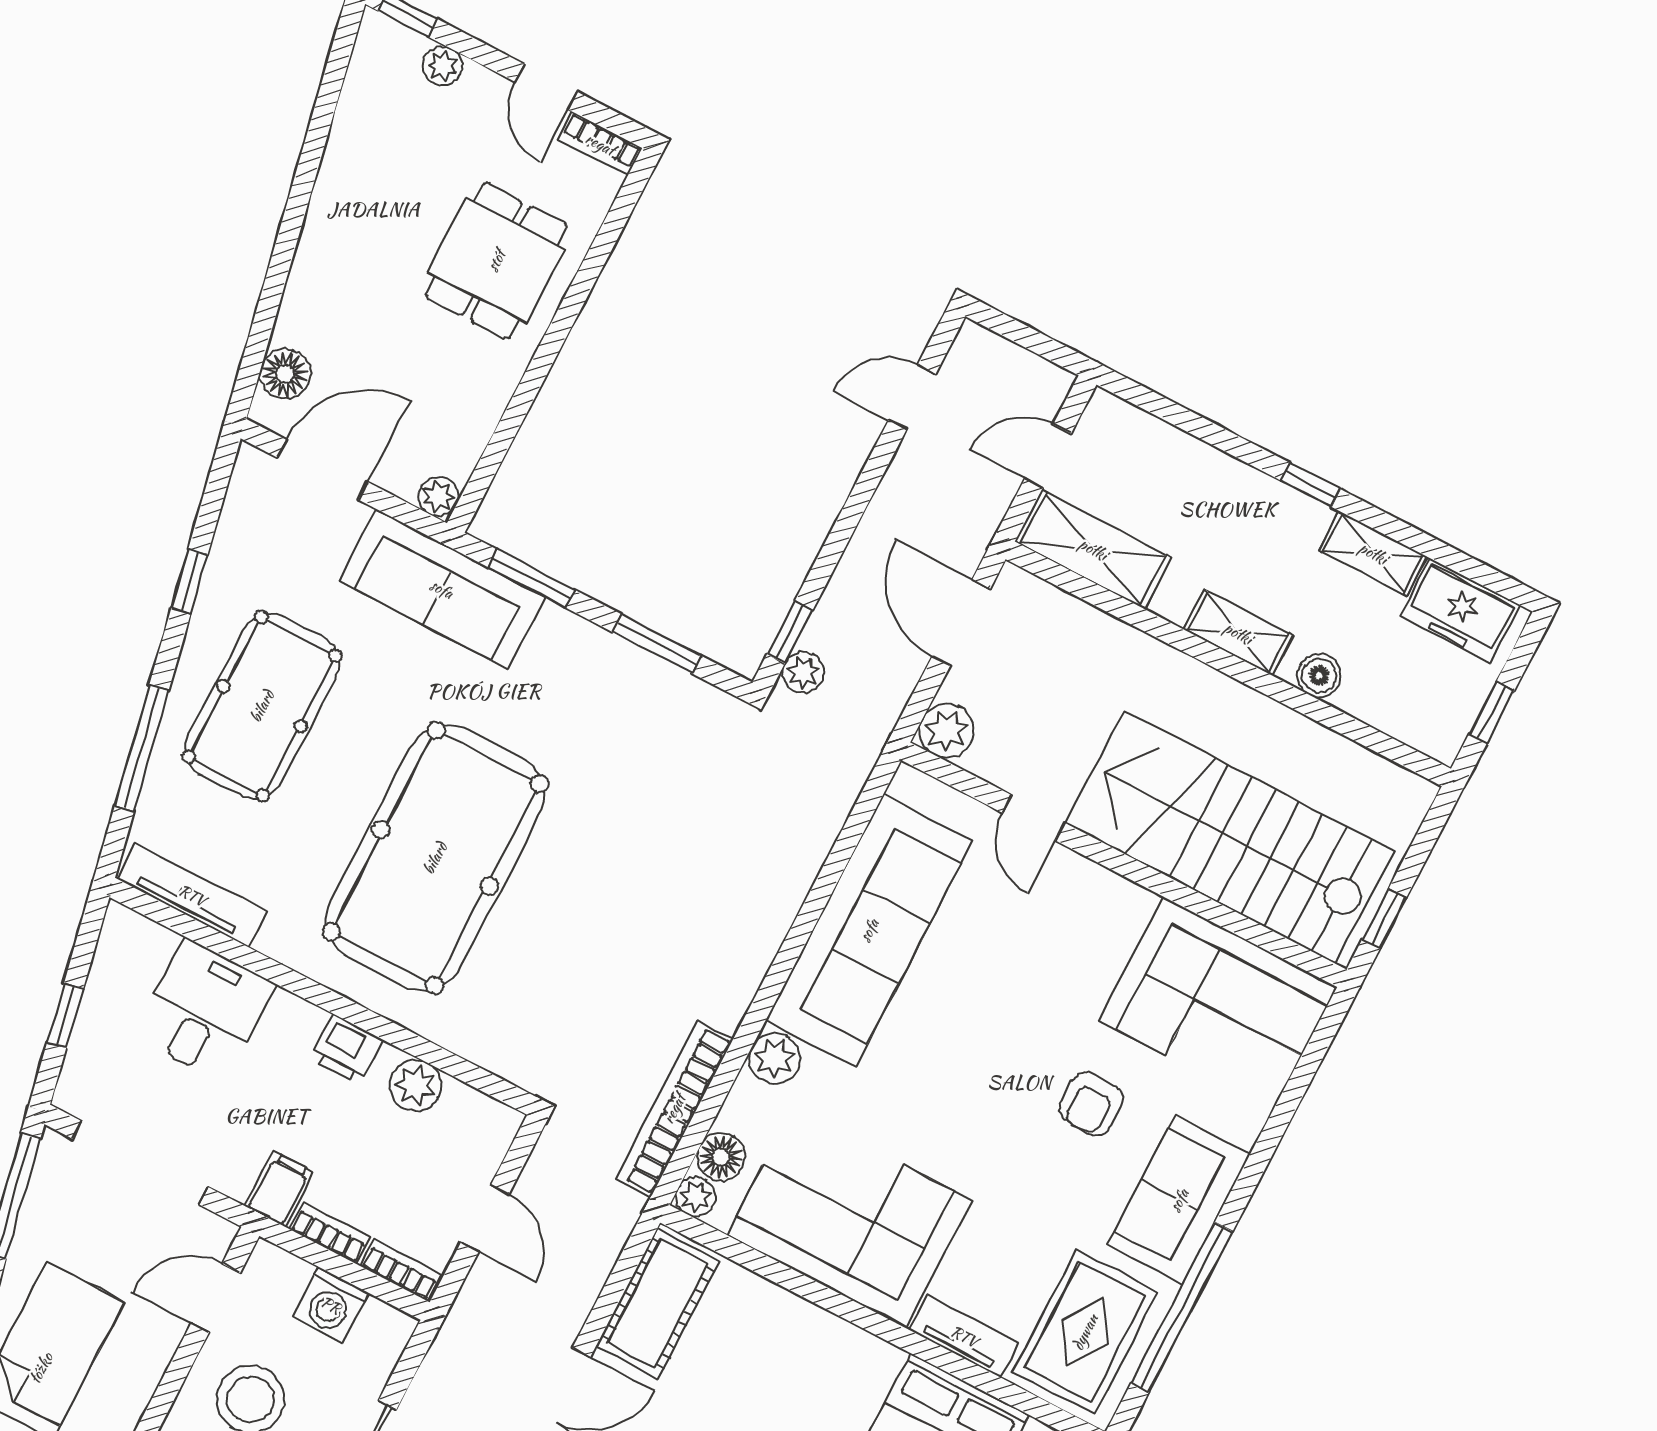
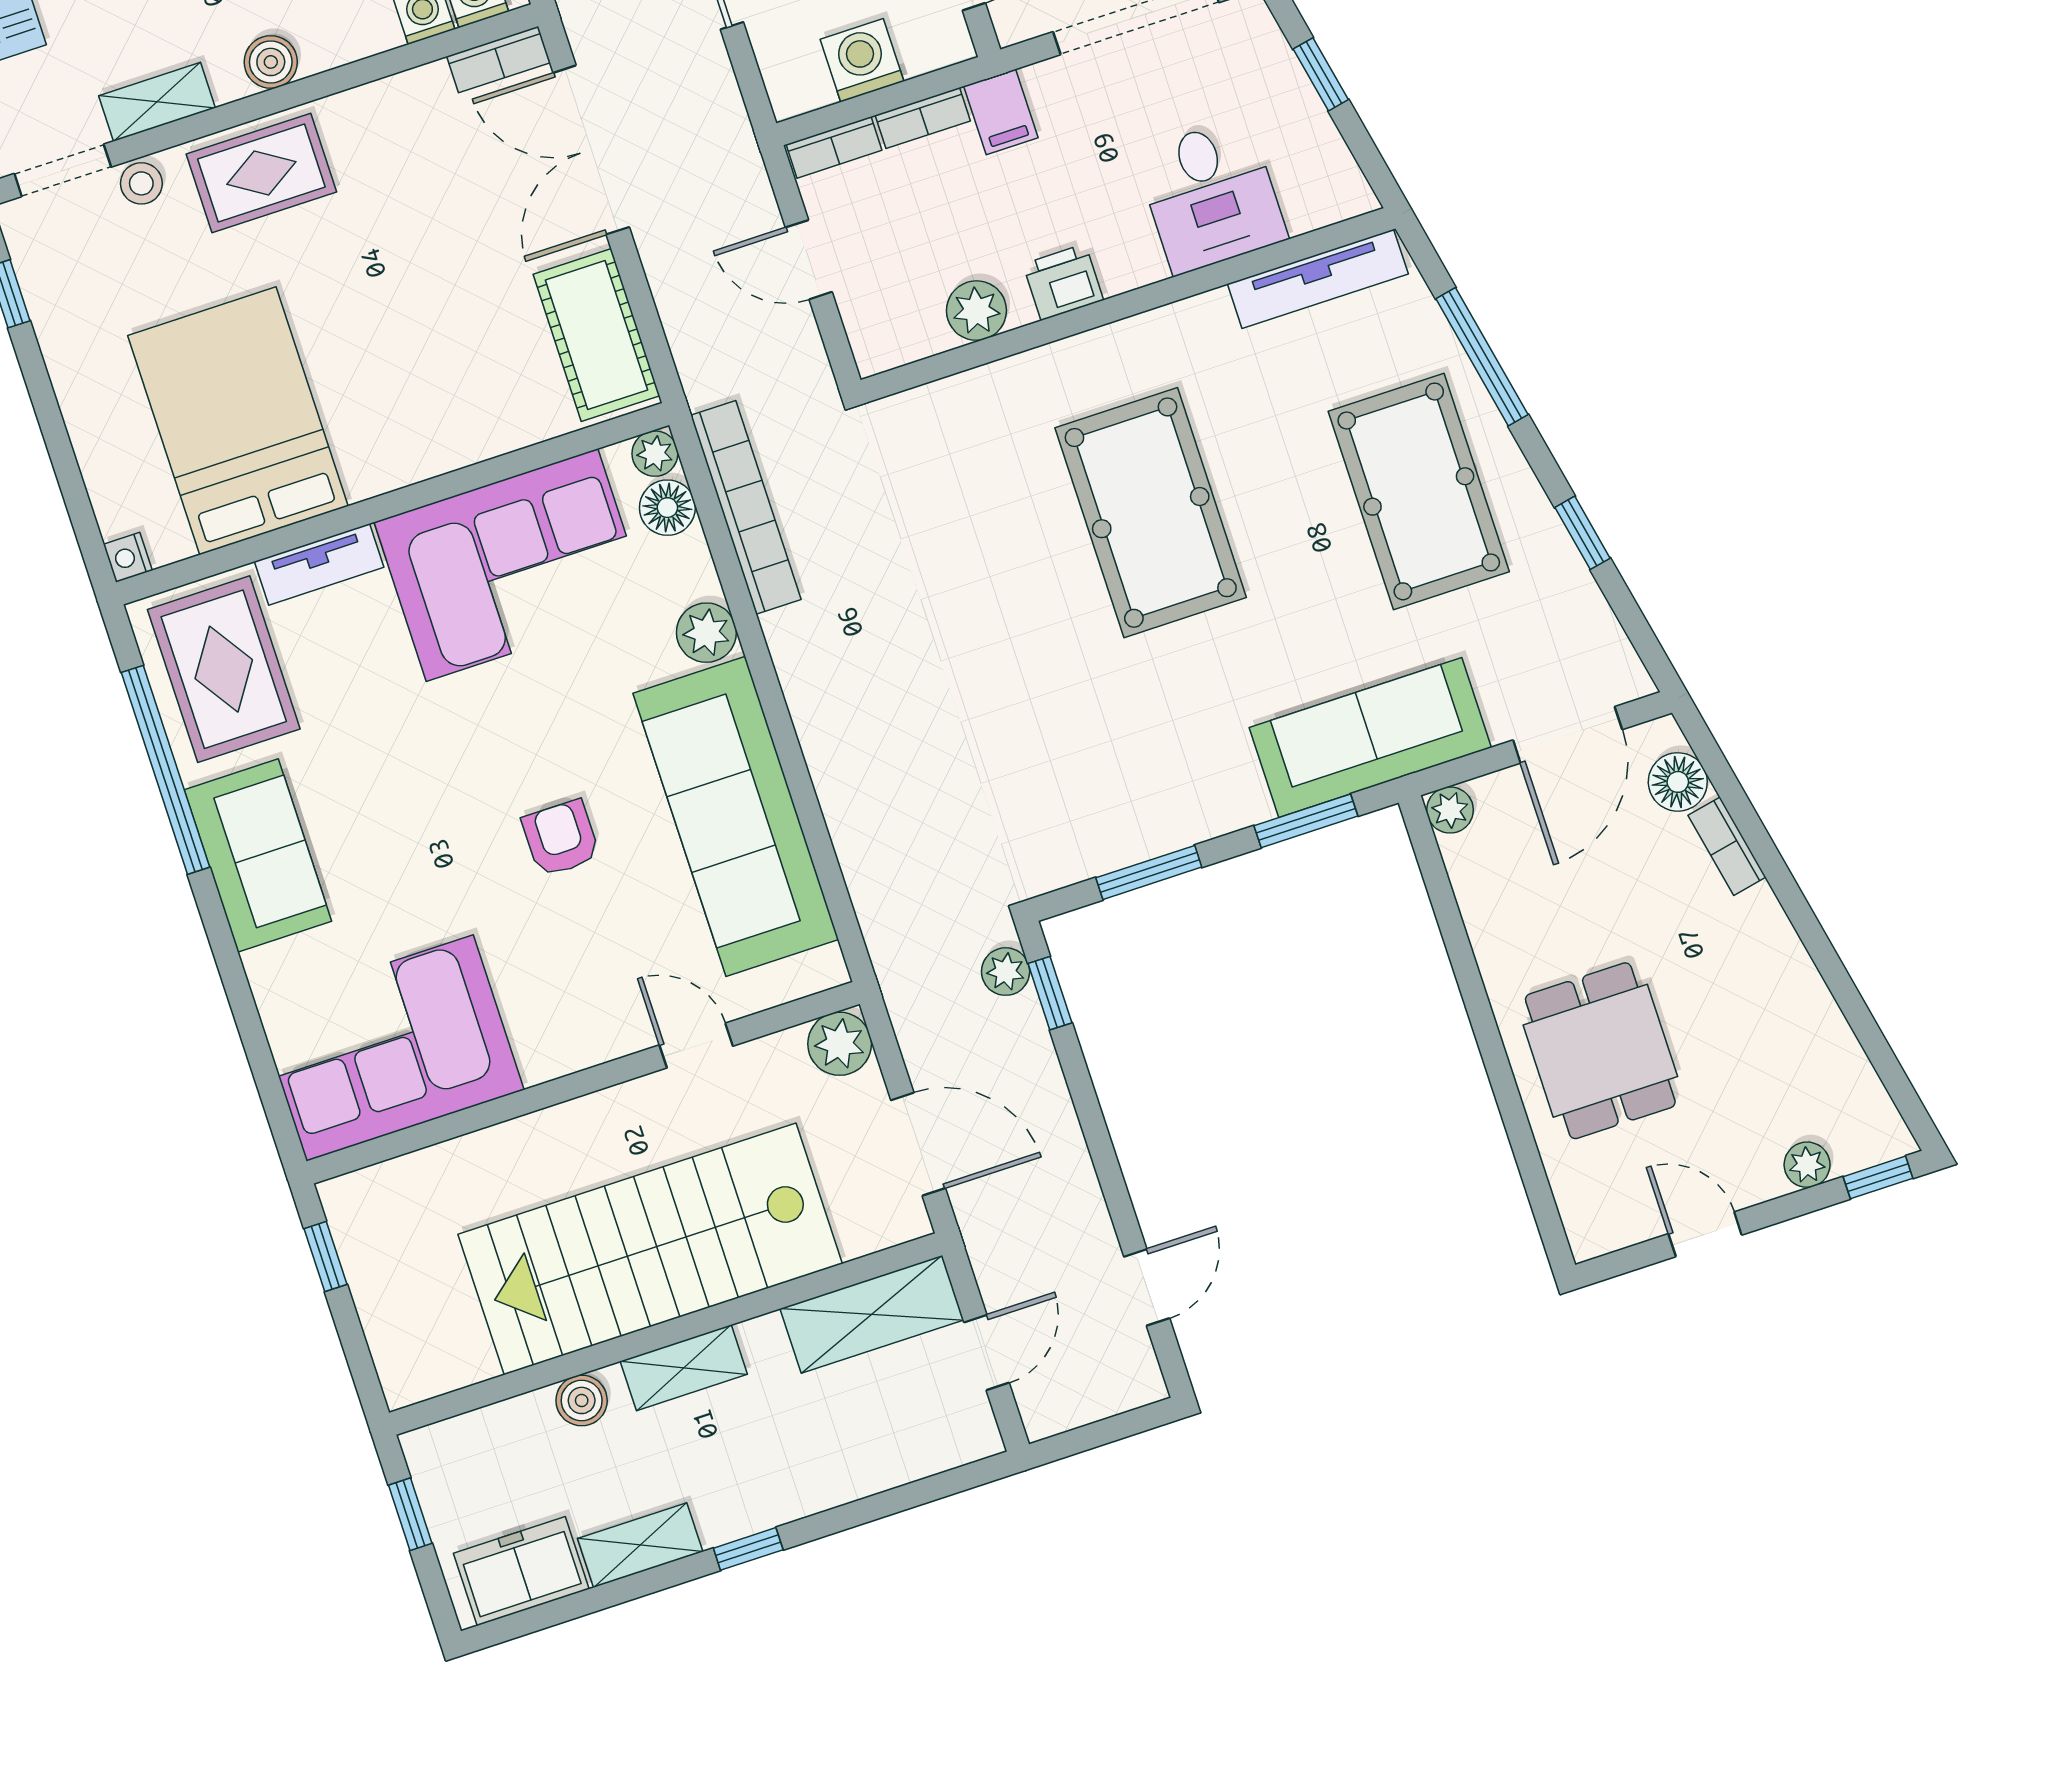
bookcase: (600, 144) -> (1727, 846), moved, turned -102
stairs: (1229, 837) -> (650, 1249), moved, turned 180
pool table: (435, 858) -> (1151, 513), width x0.73, depth x0.76
armchair: (1091, 1104) -> (561, 838), moved

